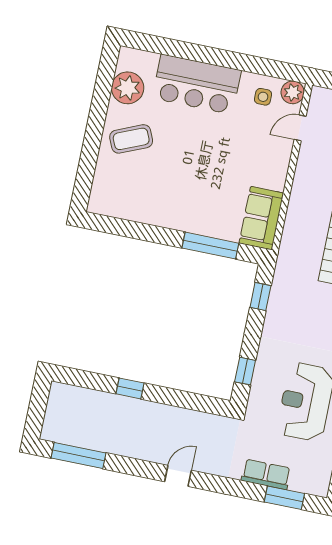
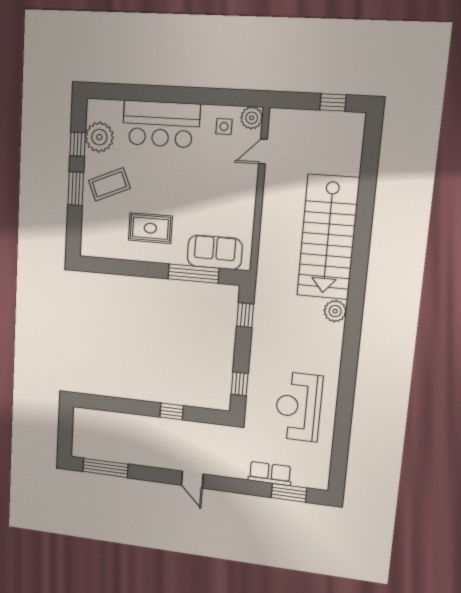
window: (102, 92) -> (78, 144), added
window: (93, 138) -> (76, 189), added
rug: (170, 191) -> (150, 228), added
sofa: (261, 218) -> (215, 252), moved, turned 90
window: (130, 388) -> (172, 411), moved
door: (178, 476) -> (192, 480), swing flipped

